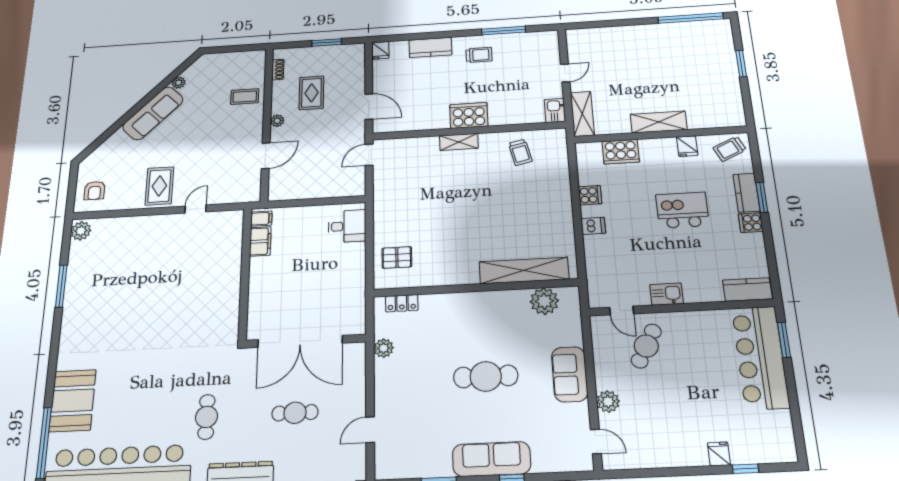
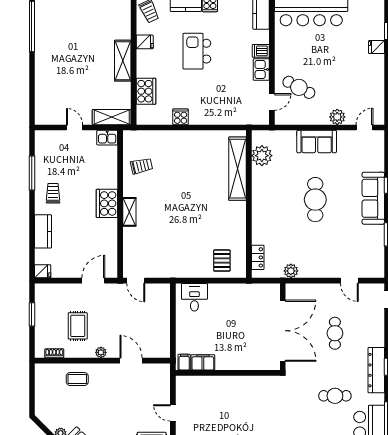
rug: (311, 93) -> (78, 326), turned 90
coffee table: (245, 97) -> (77, 379), turned 90
dishwasher: (593, 226) -> (261, 51), moved, turned -90

